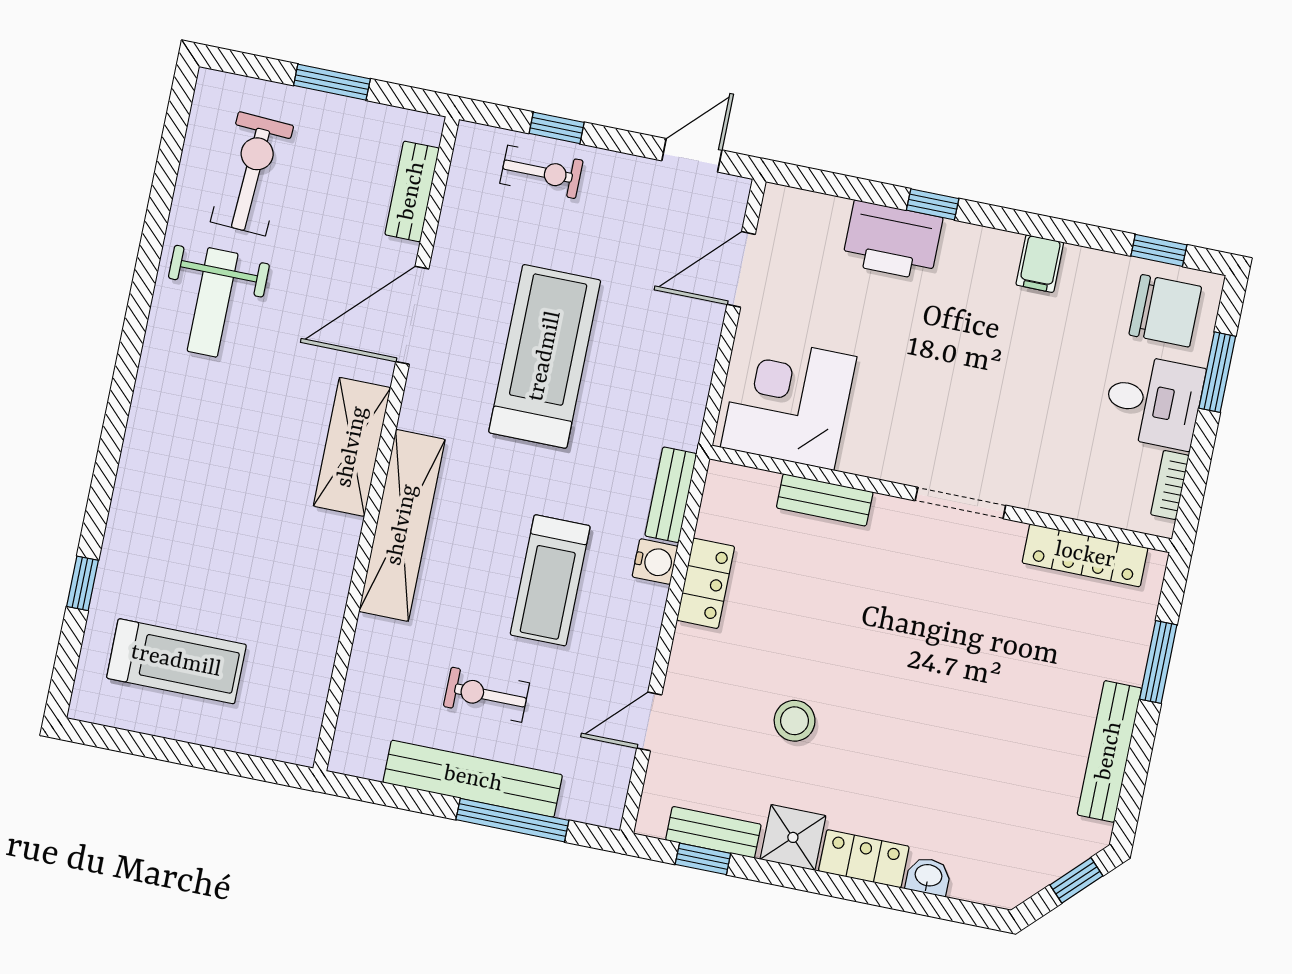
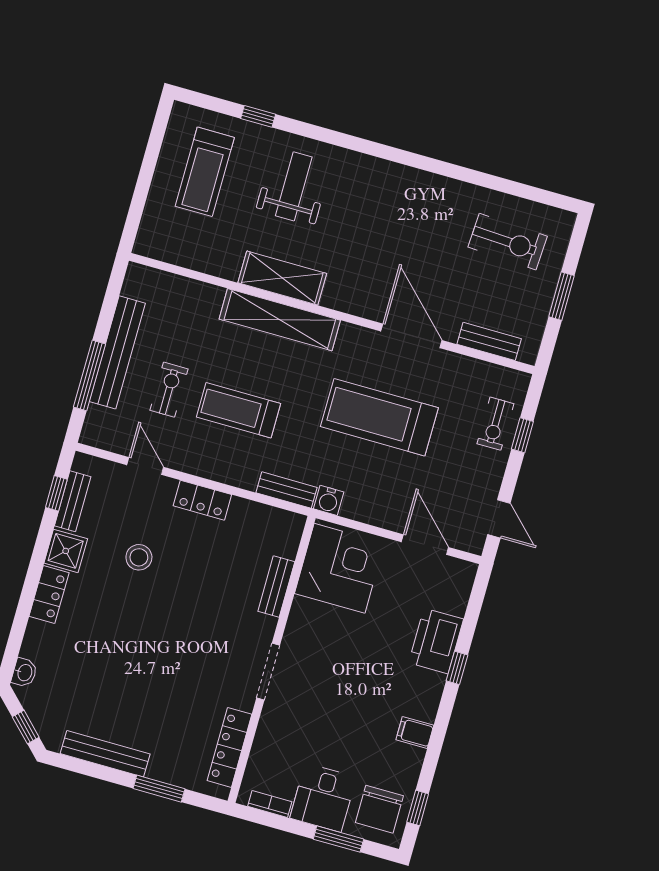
weight bench: (213, 302) -> (294, 186), moved, turned 90
treadmill: (545, 356) -> (379, 417), turned 180
shelving: (352, 447) -> (282, 278), moved
water cooler: (655, 562) -> (329, 500), moved
locker: (706, 583) -> (202, 500), moved
exercise bike: (486, 695) -> (169, 390), moved
washbasin: (928, 876) -> (24, 672), moved

